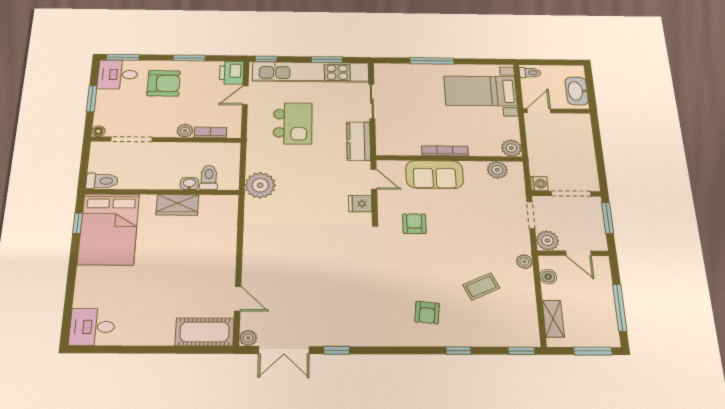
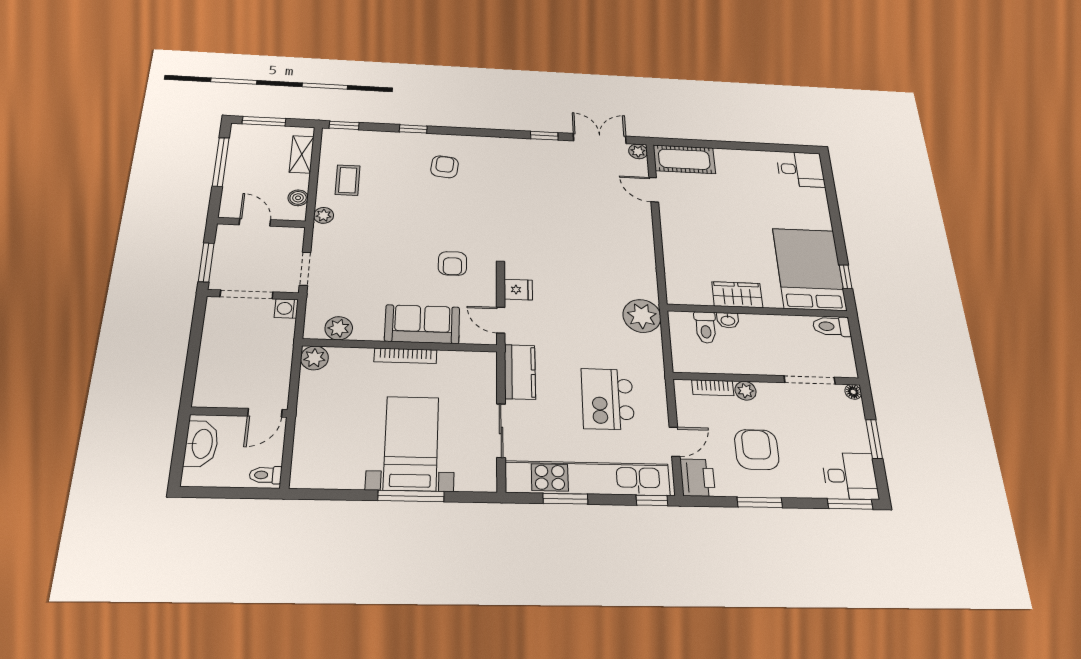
armchair: (164, 83) -> (757, 449), moved, turned 90
bed with nightstands: (480, 91) -> (411, 443), moved, turned -90
plant: (547, 241) -> (290, 238), removed
coffee table: (481, 286) -> (348, 180), moved, turned -65

